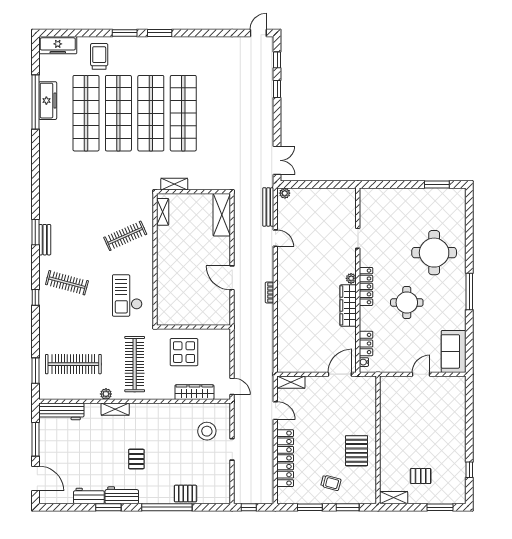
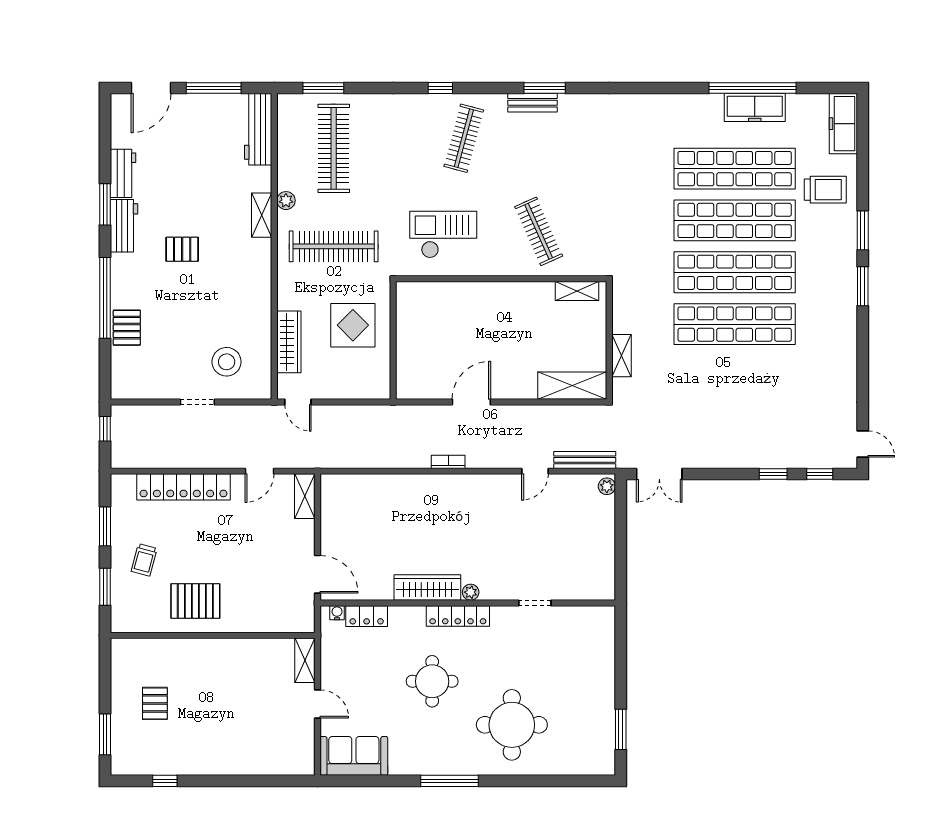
shelving: (174, 184) -> (621, 356), moved
door: (232, 386) -> (298, 402), hinge flipped
shelving: (394, 498) -> (305, 660), moved

